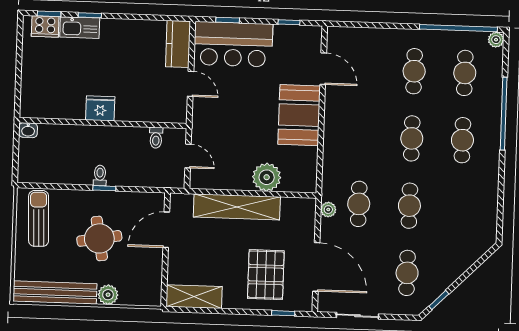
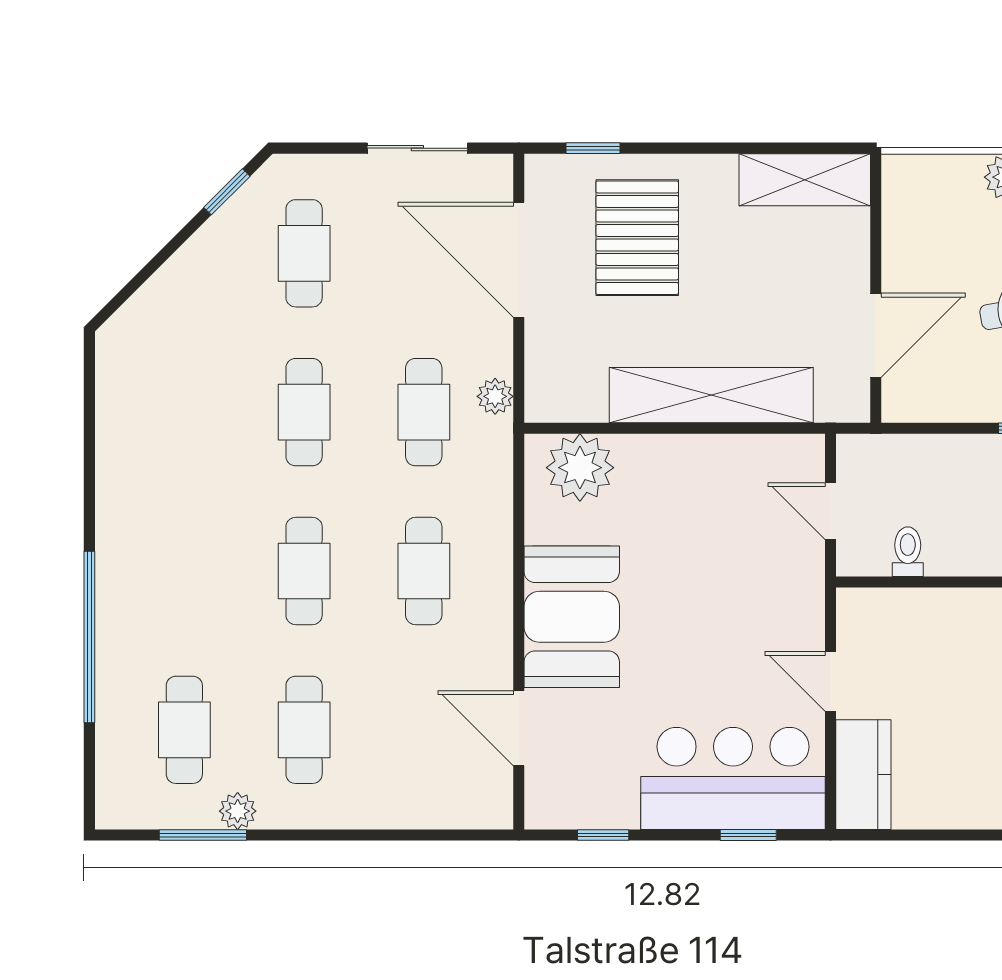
window: (458, 28) -> (203, 835), width x0.47
plant: (496, 40) -> (238, 811), moved
cafe table: (462, 140) -> (424, 571), moved
plant: (267, 177) -> (580, 468), moved

